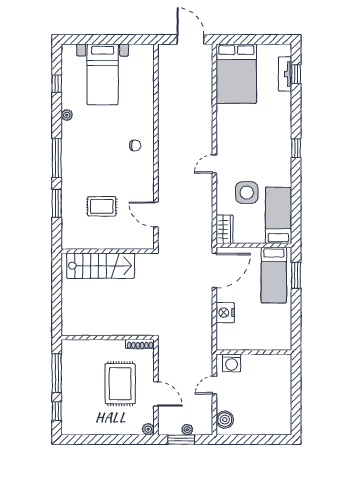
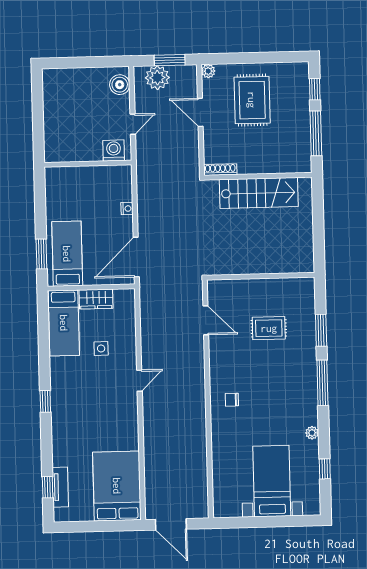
side table: (247, 193) -> (101, 348), width x0.54, depth x0.54
wardrobe: (224, 229) -> (96, 299), moved, turned -90
stairs: (101, 266) -> (259, 193), moved, turned 180
nightstand: (225, 313) -> (127, 209), width x0.53, depth x0.56
rug: (120, 384) -> (252, 100), moved
plant: (187, 430) -> (157, 78), width x1.87, depth x1.87

